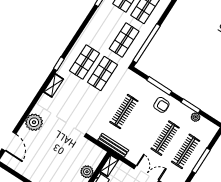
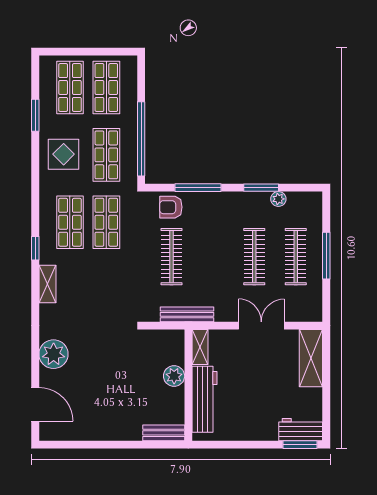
display table: (103, 26) -> (64, 154), added
armchair: (161, 105) -> (171, 207), moved, turned 180

